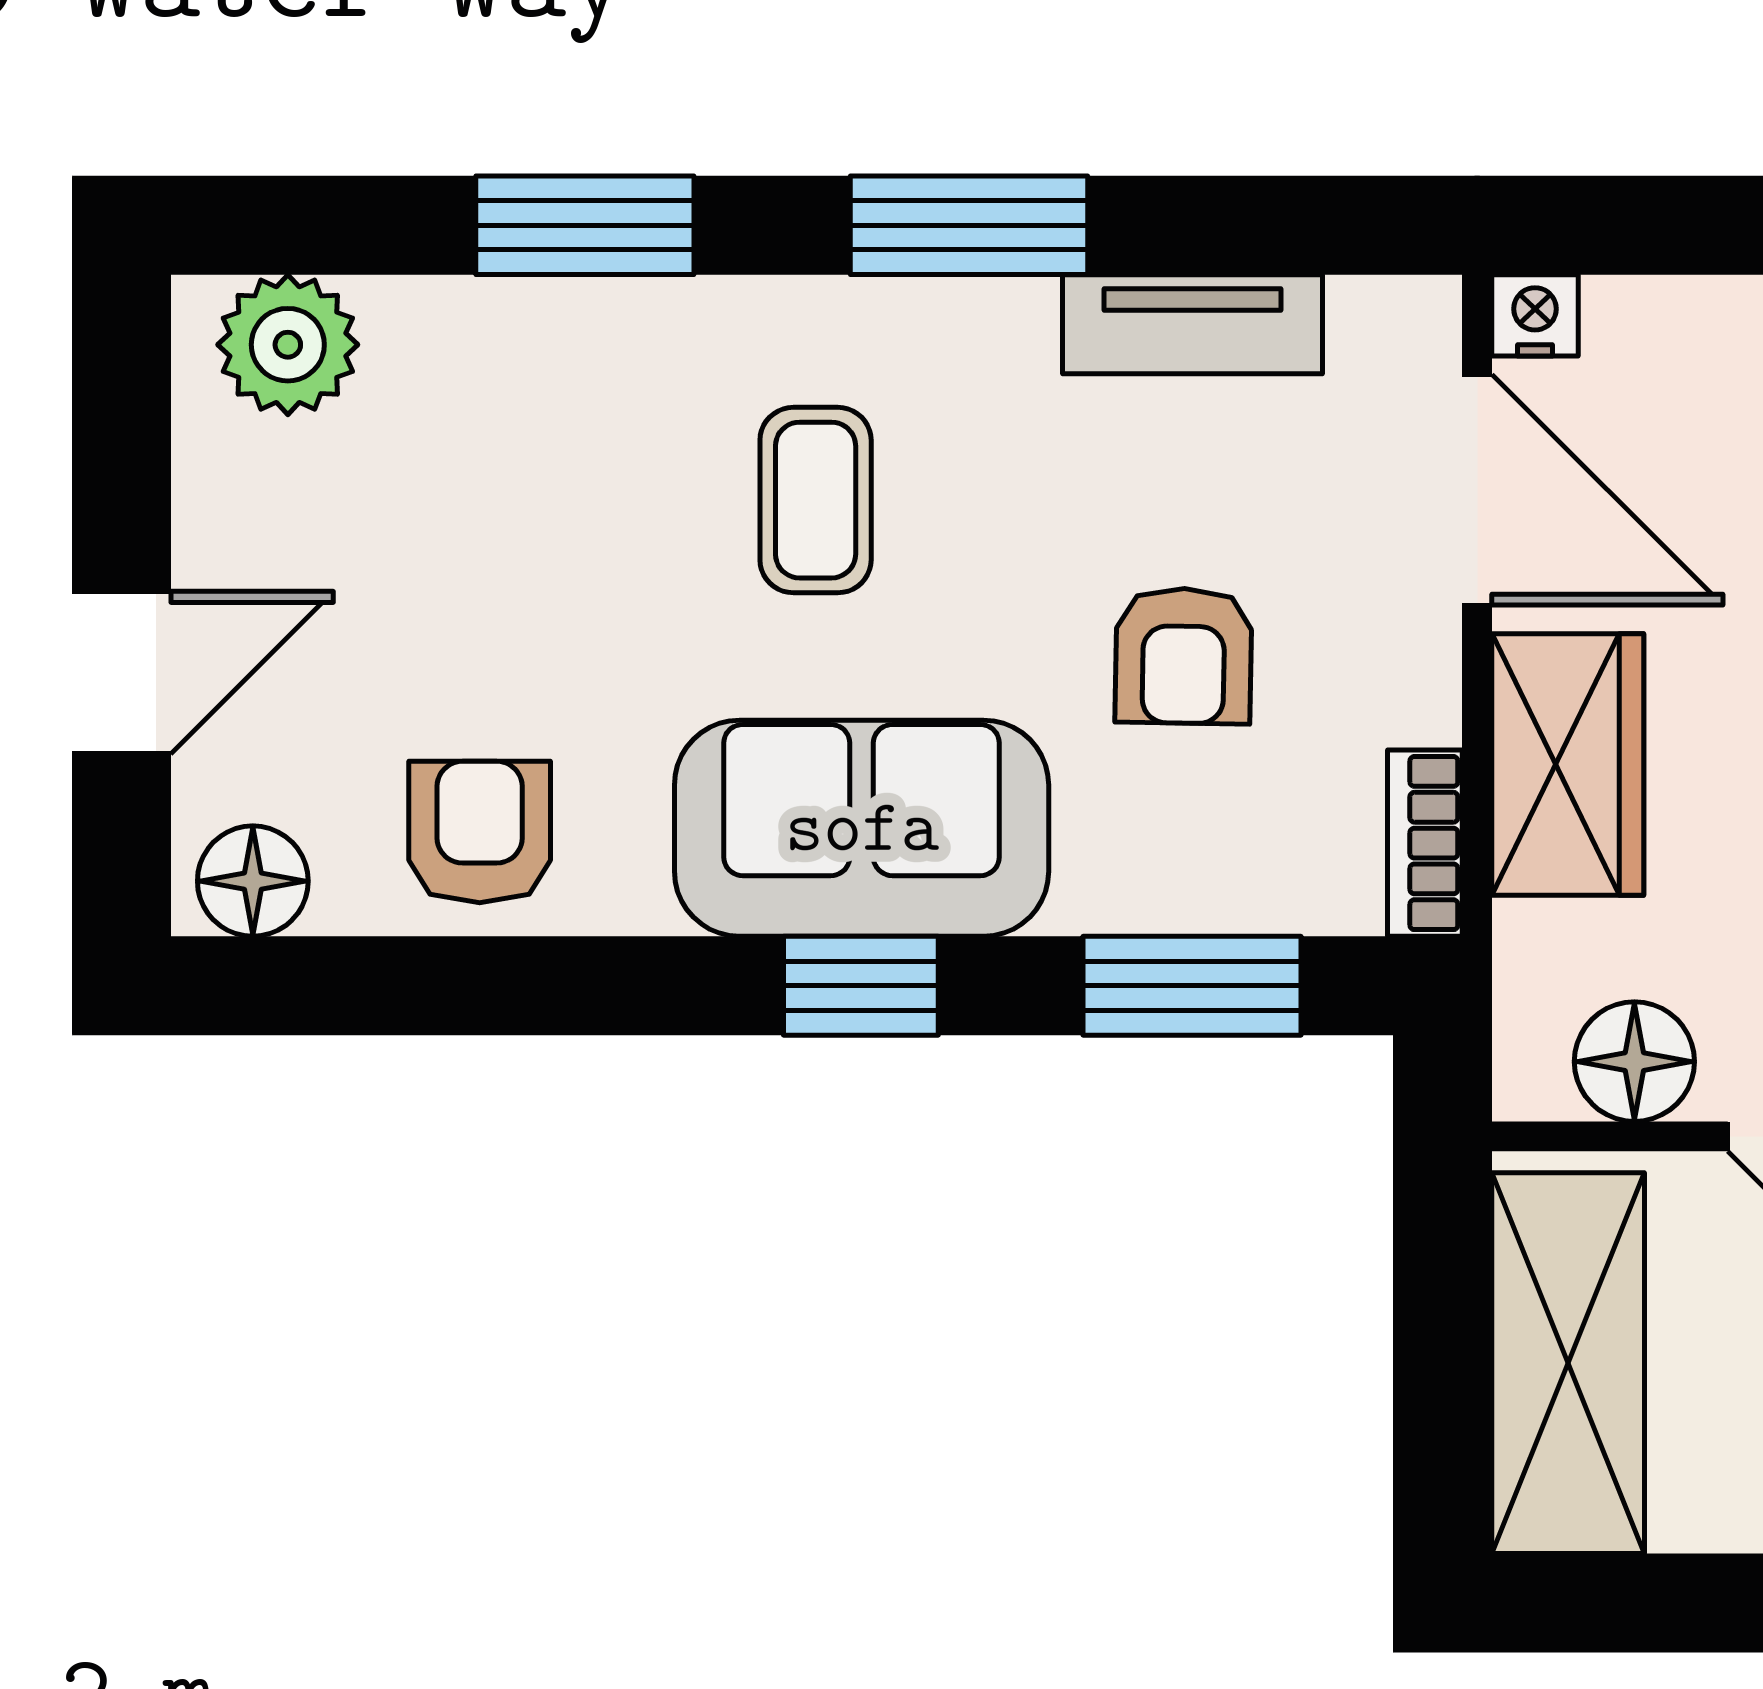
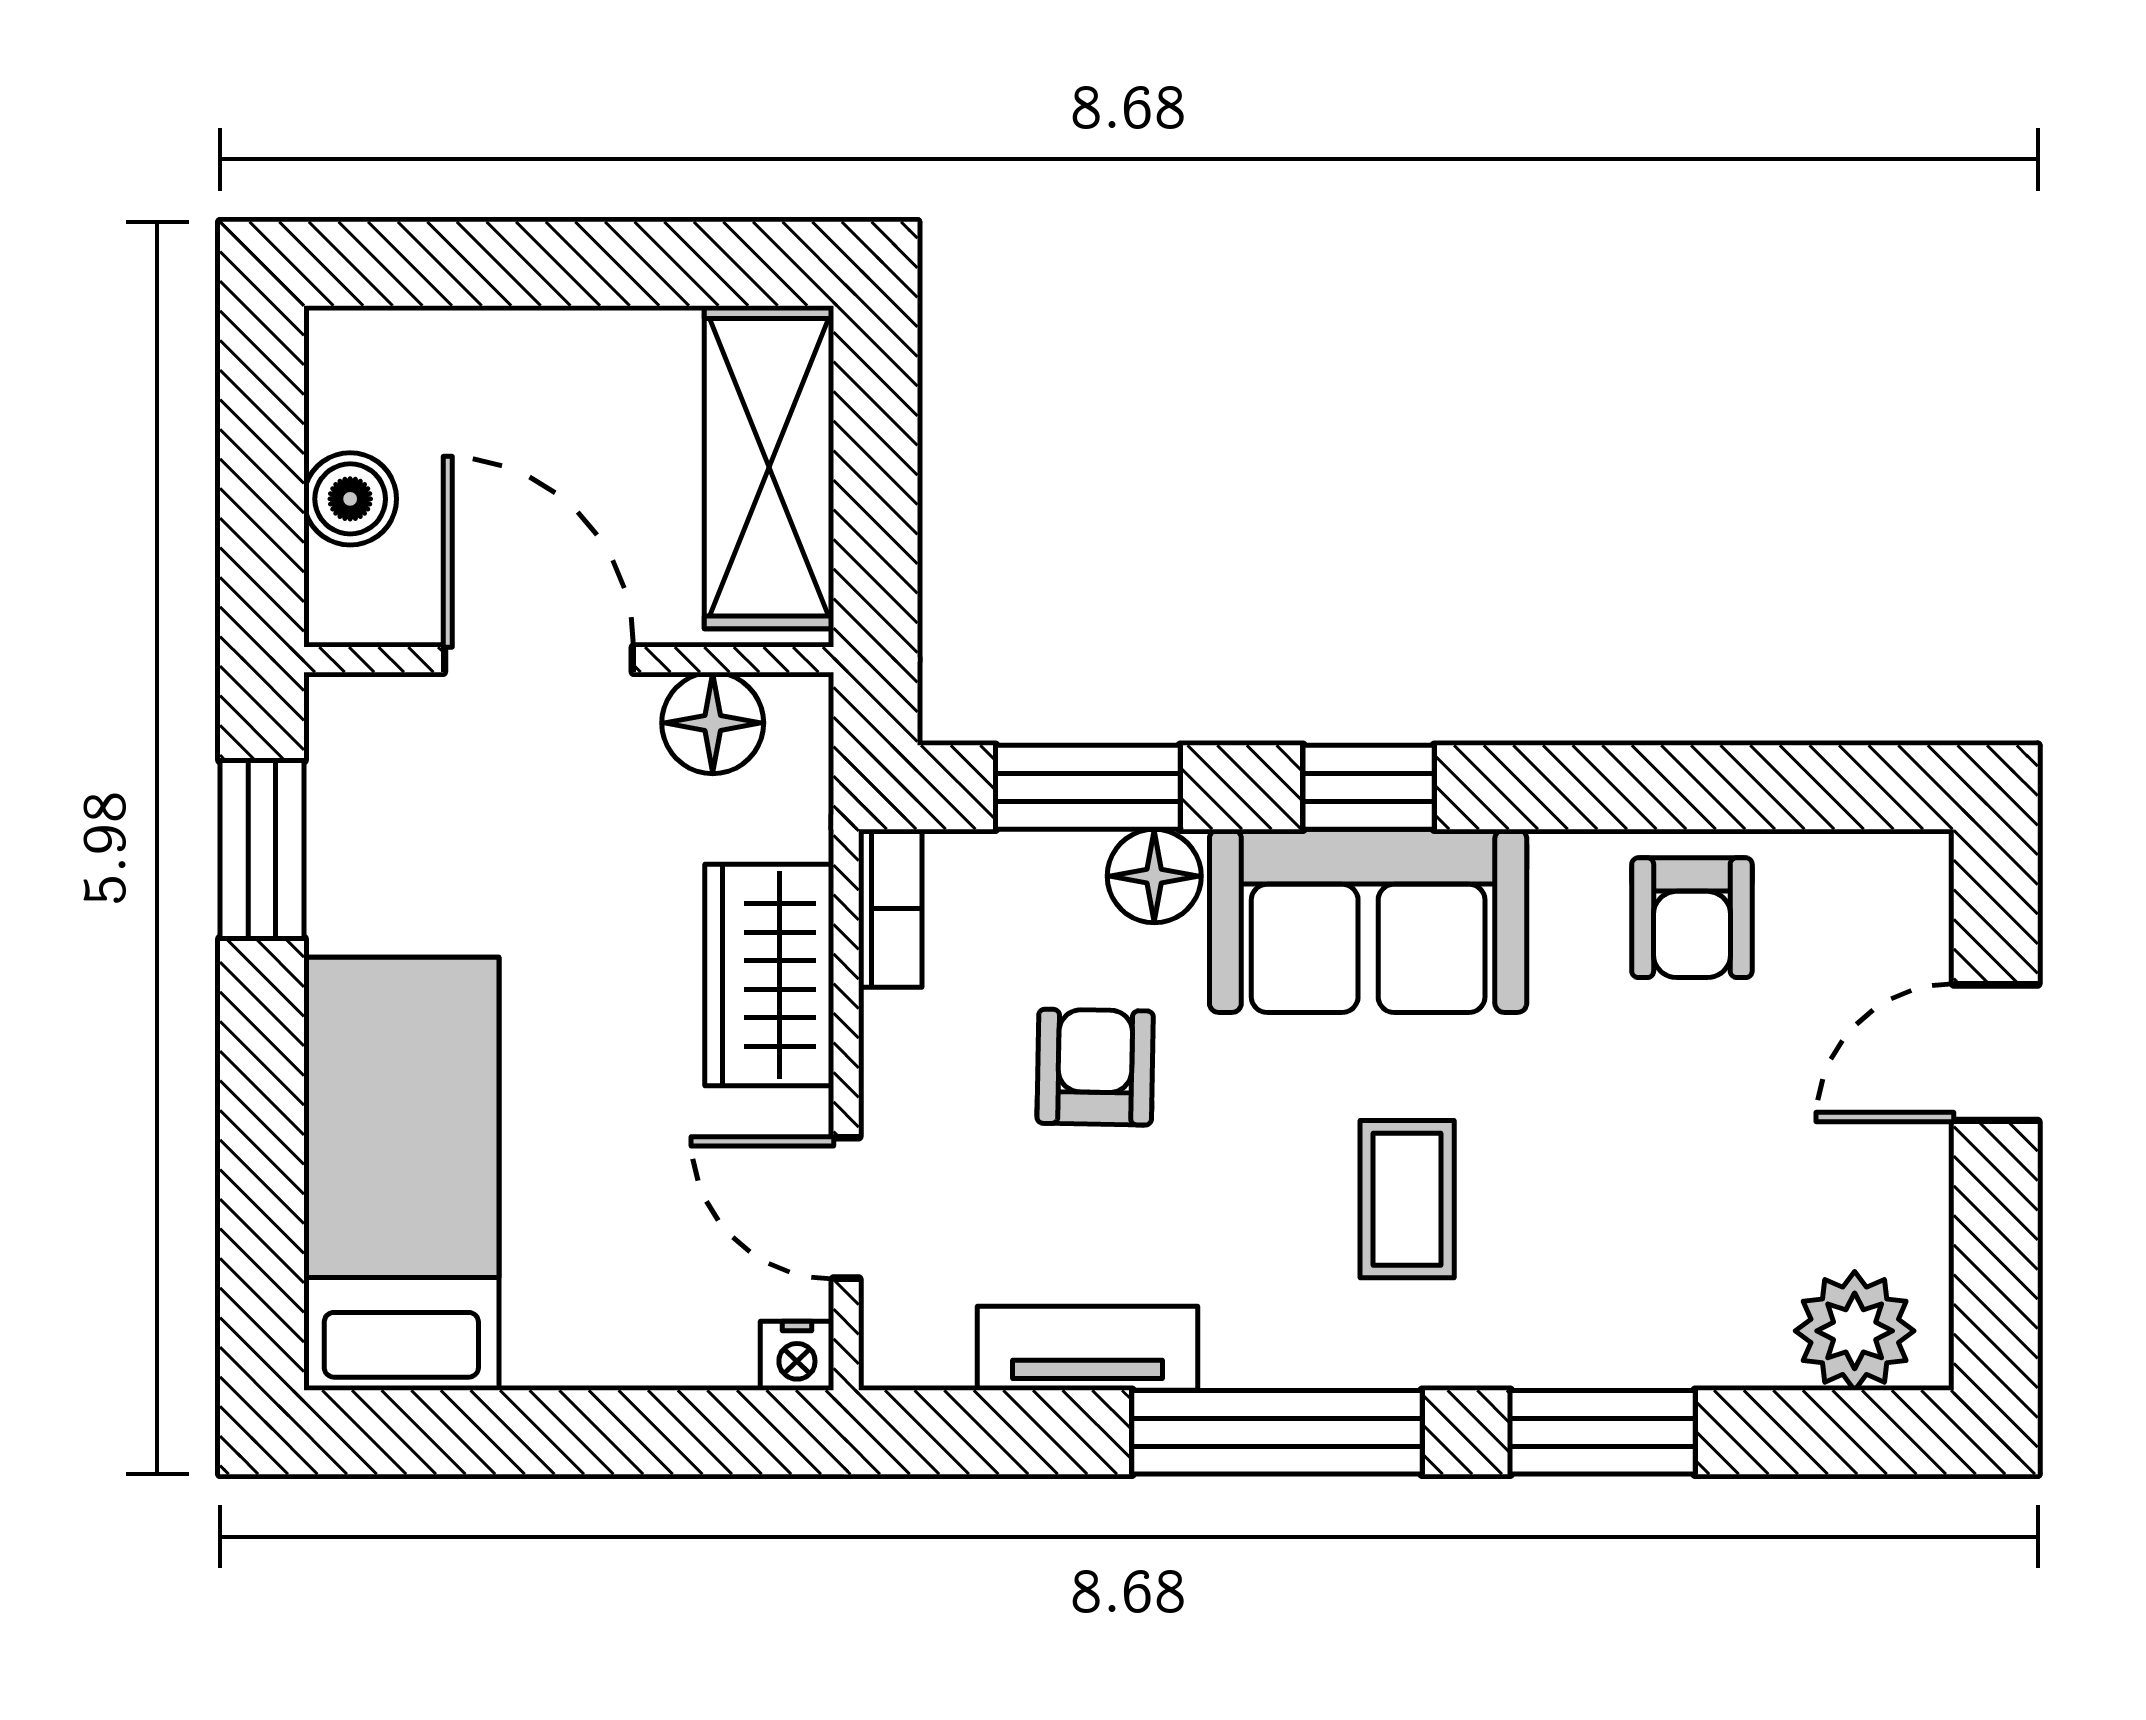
window: (969, 225) -> (1277, 1432), width x1.44
door: (1477, 490) -> (846, 1208), width x0.73
floor lamp: (253, 881) -> (1154, 876), moved

